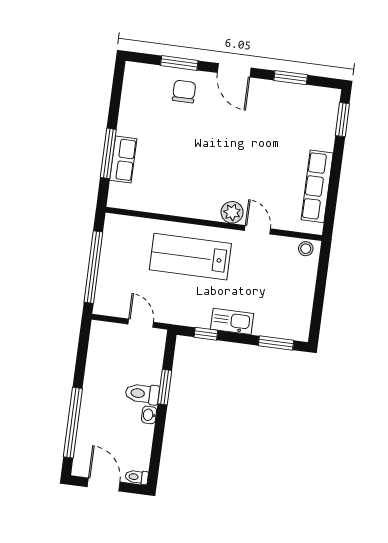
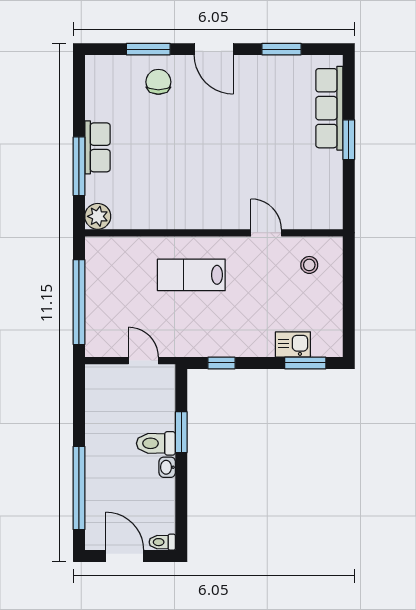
window: (342, 120) -> (349, 140), moved
row of seats: (123, 160) -> (97, 147), moved
row of seats: (317, 186) -> (329, 108), moved
plant: (232, 212) -> (98, 216), moved
stool: (306, 249) -> (309, 265), moved
lab bench: (190, 257) -> (191, 275), width x0.73, depth x0.72
kitchen sink: (232, 321) -> (293, 344), moved, width x0.73

